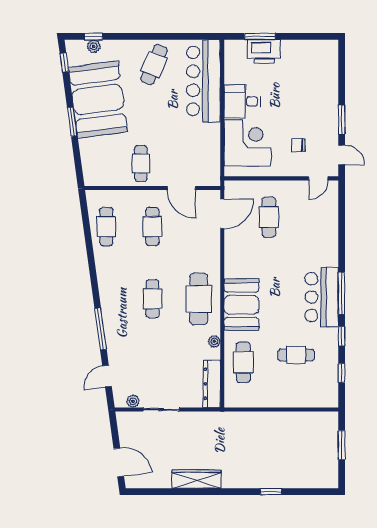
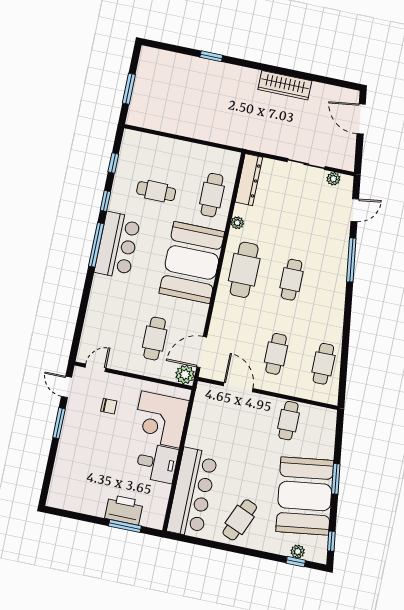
cafe table: (141, 163) -> (288, 421), moved
plant: (233, 189) -> (185, 375), added
booth: (241, 305) -> (192, 262), width x1.36, depth x1.42

